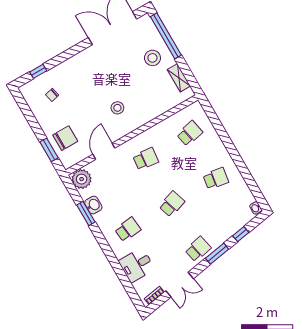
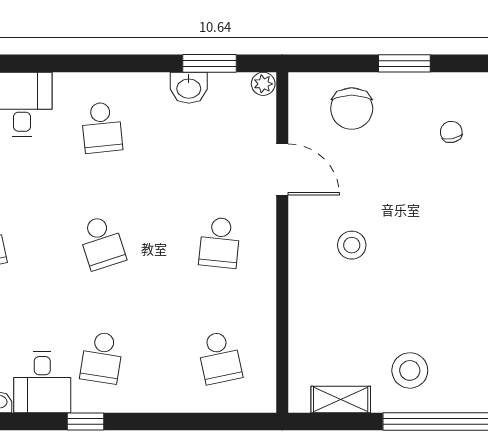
window: (49, 150) -> (404, 63), moved
window: (244, 171) -> (85, 422), added
plant: (82, 179) -> (263, 84), width x0.53, depth x0.53
desk: (238, 196) -> (42, 382), added
window: (86, 213) -> (209, 63), moved

